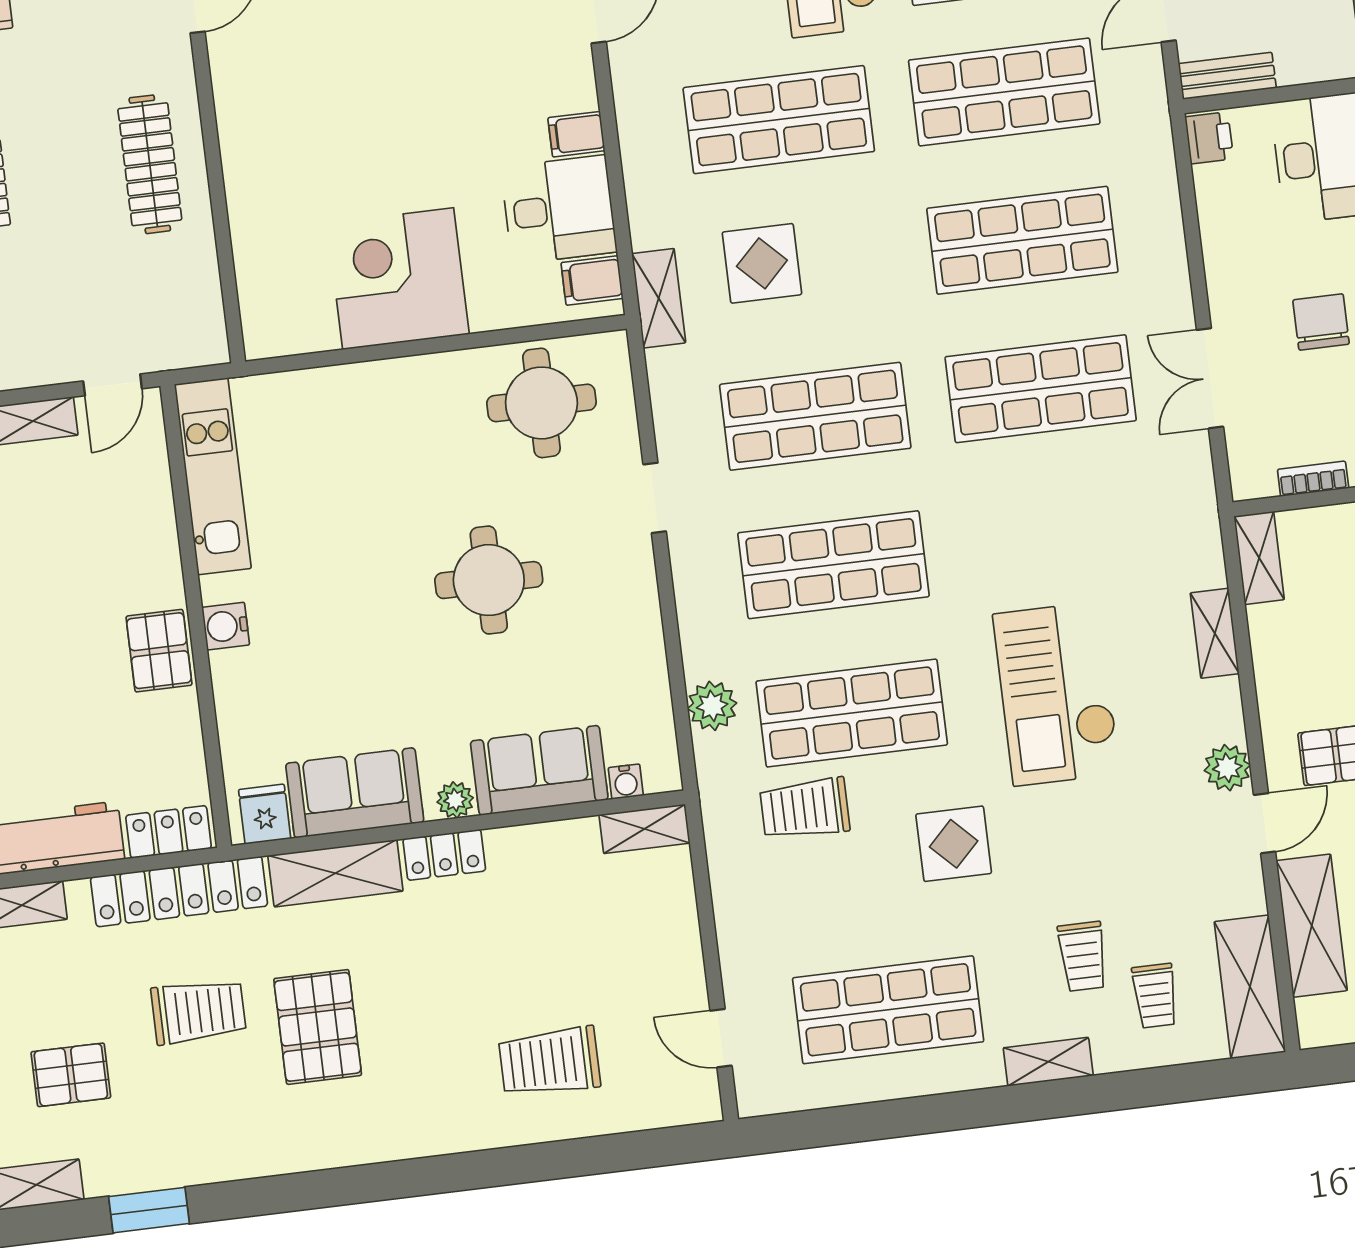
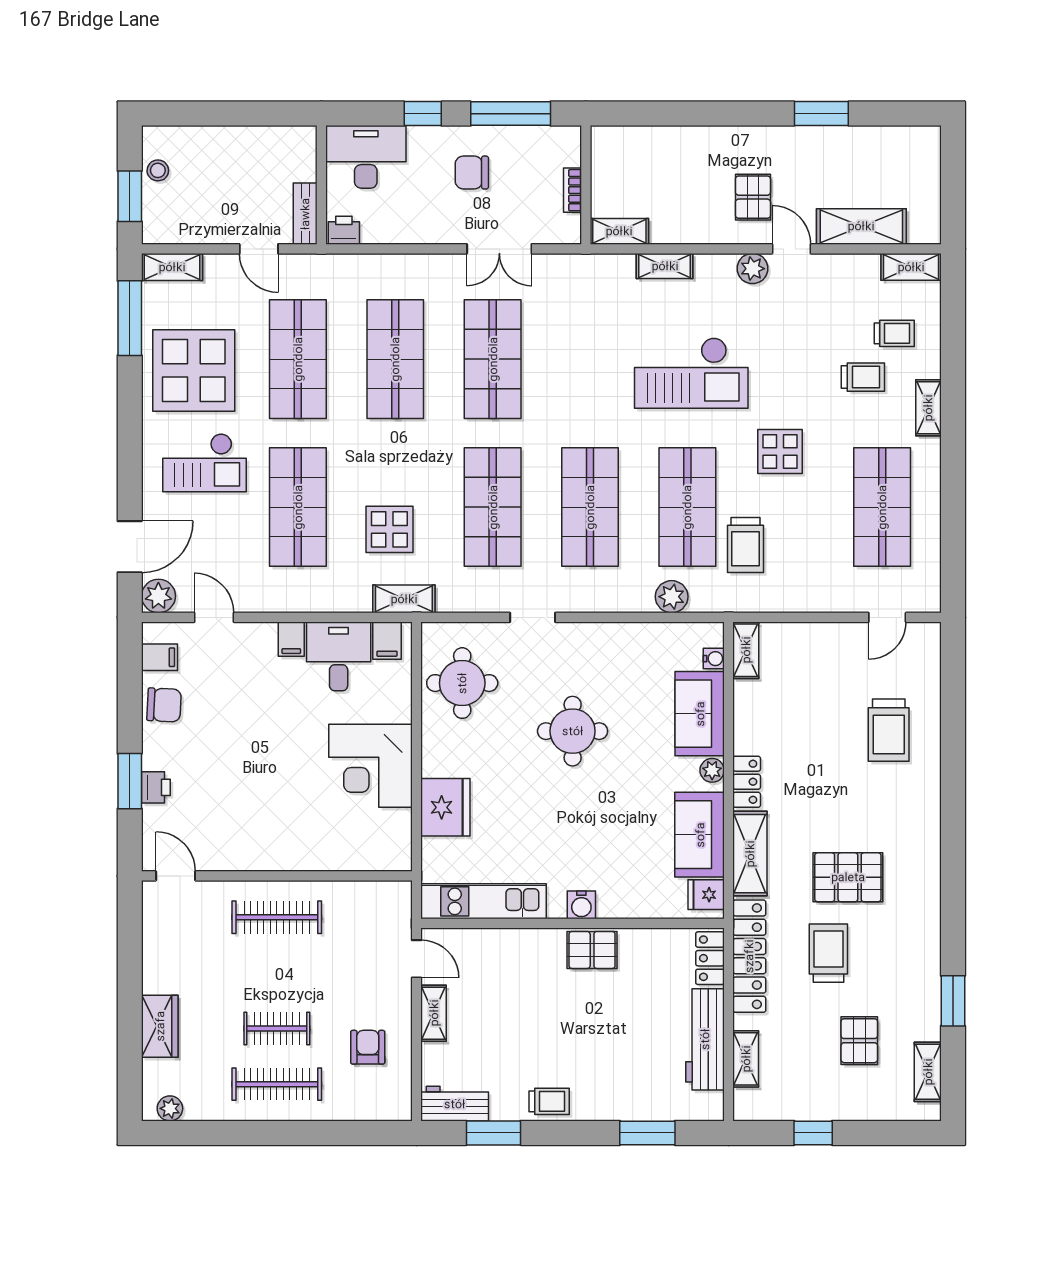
fridge: (349, 401) -> (445, 807), added
shelving: (1250, 987) -> (911, 267), width x0.67, depth x0.75

